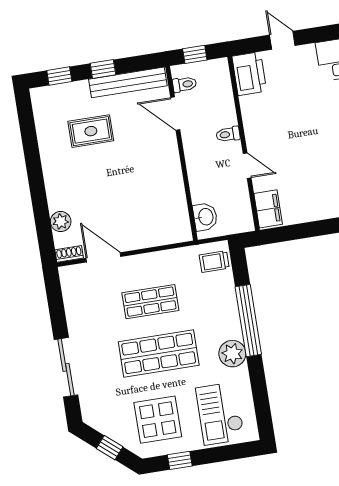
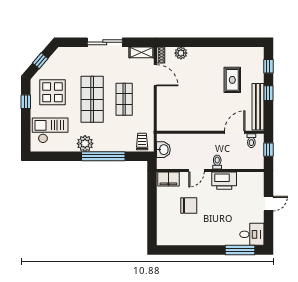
printer: (249, 74) -> (224, 181), moved
chair: (306, 169) -> (189, 206), added
washbasin: (205, 217) -> (163, 150), moved, turned -90
door: (103, 257) -> (155, 75), hinge flipped
shelving: (70, 286) -> (142, 52), added
sliding door: (66, 367) -> (105, 42), moved

